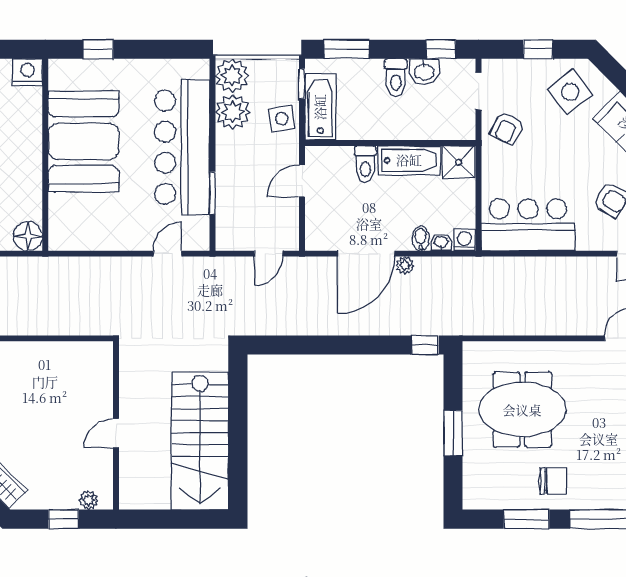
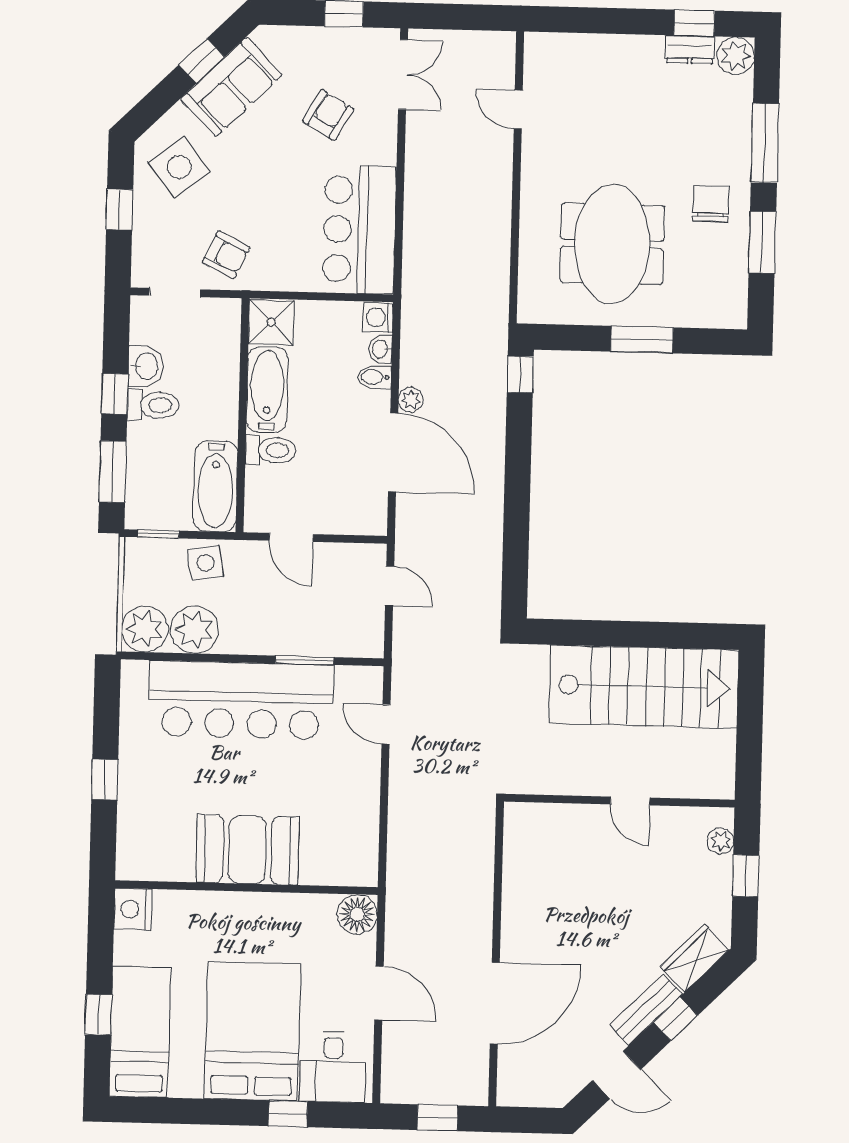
window: (98, 49) -> (105, 780), moved
window: (441, 49) -> (115, 394), moved
bathtub: (320, 107) -> (215, 486), moved, turned -90
booth: (84, 141) -> (247, 850), width x0.73, depth x0.70

